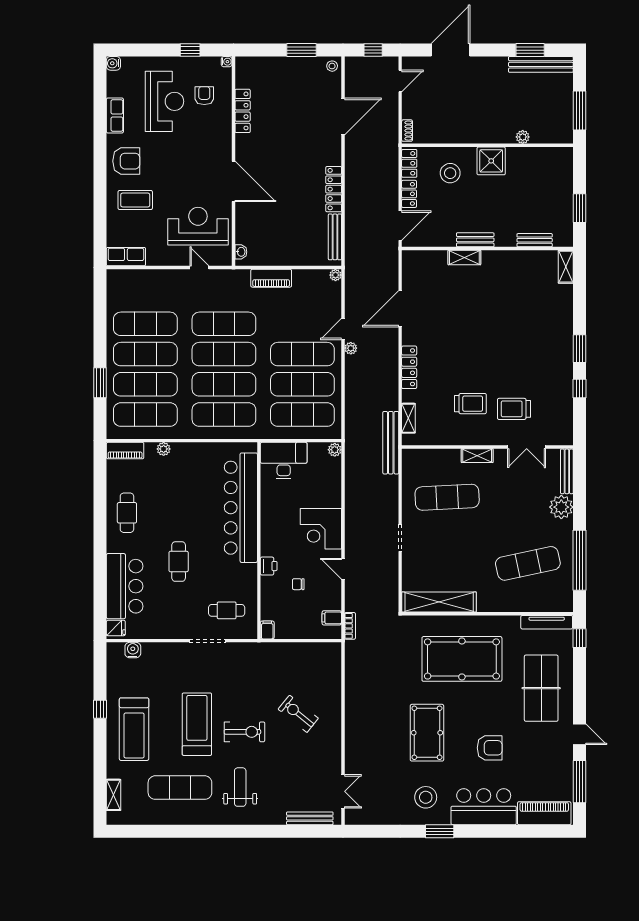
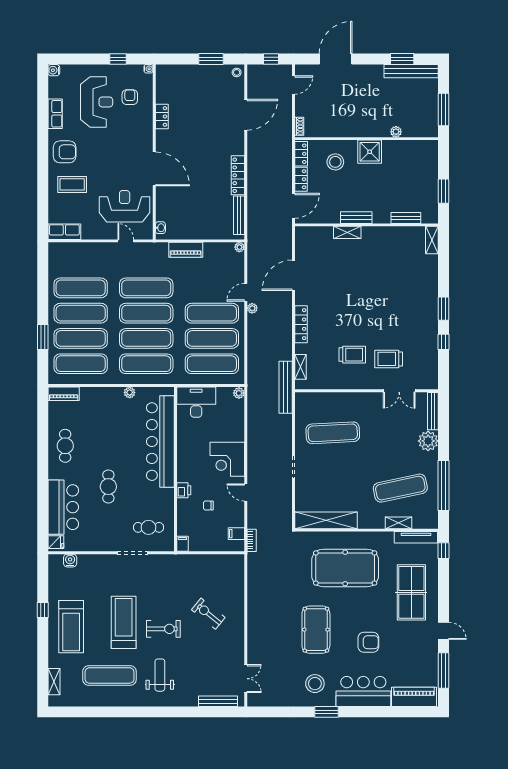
locker: (243, 111) -> (162, 116), width x0.66
plant: (164, 449) -> (130, 392), moved
shelving: (477, 456) -> (399, 523), moved

